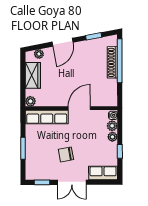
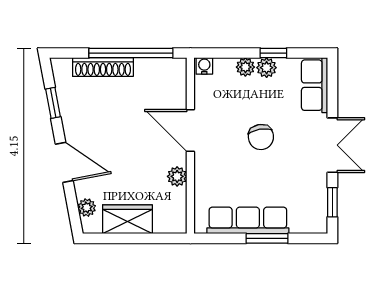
window: (120, 61) -> (131, 53), moved
plant: (31, 101) -> (177, 176), moved
row of seats: (47, 117) -> (248, 220), moved, turned -90
plant: (112, 126) -> (267, 68), moved
chair: (66, 154) -> (261, 137), moved

